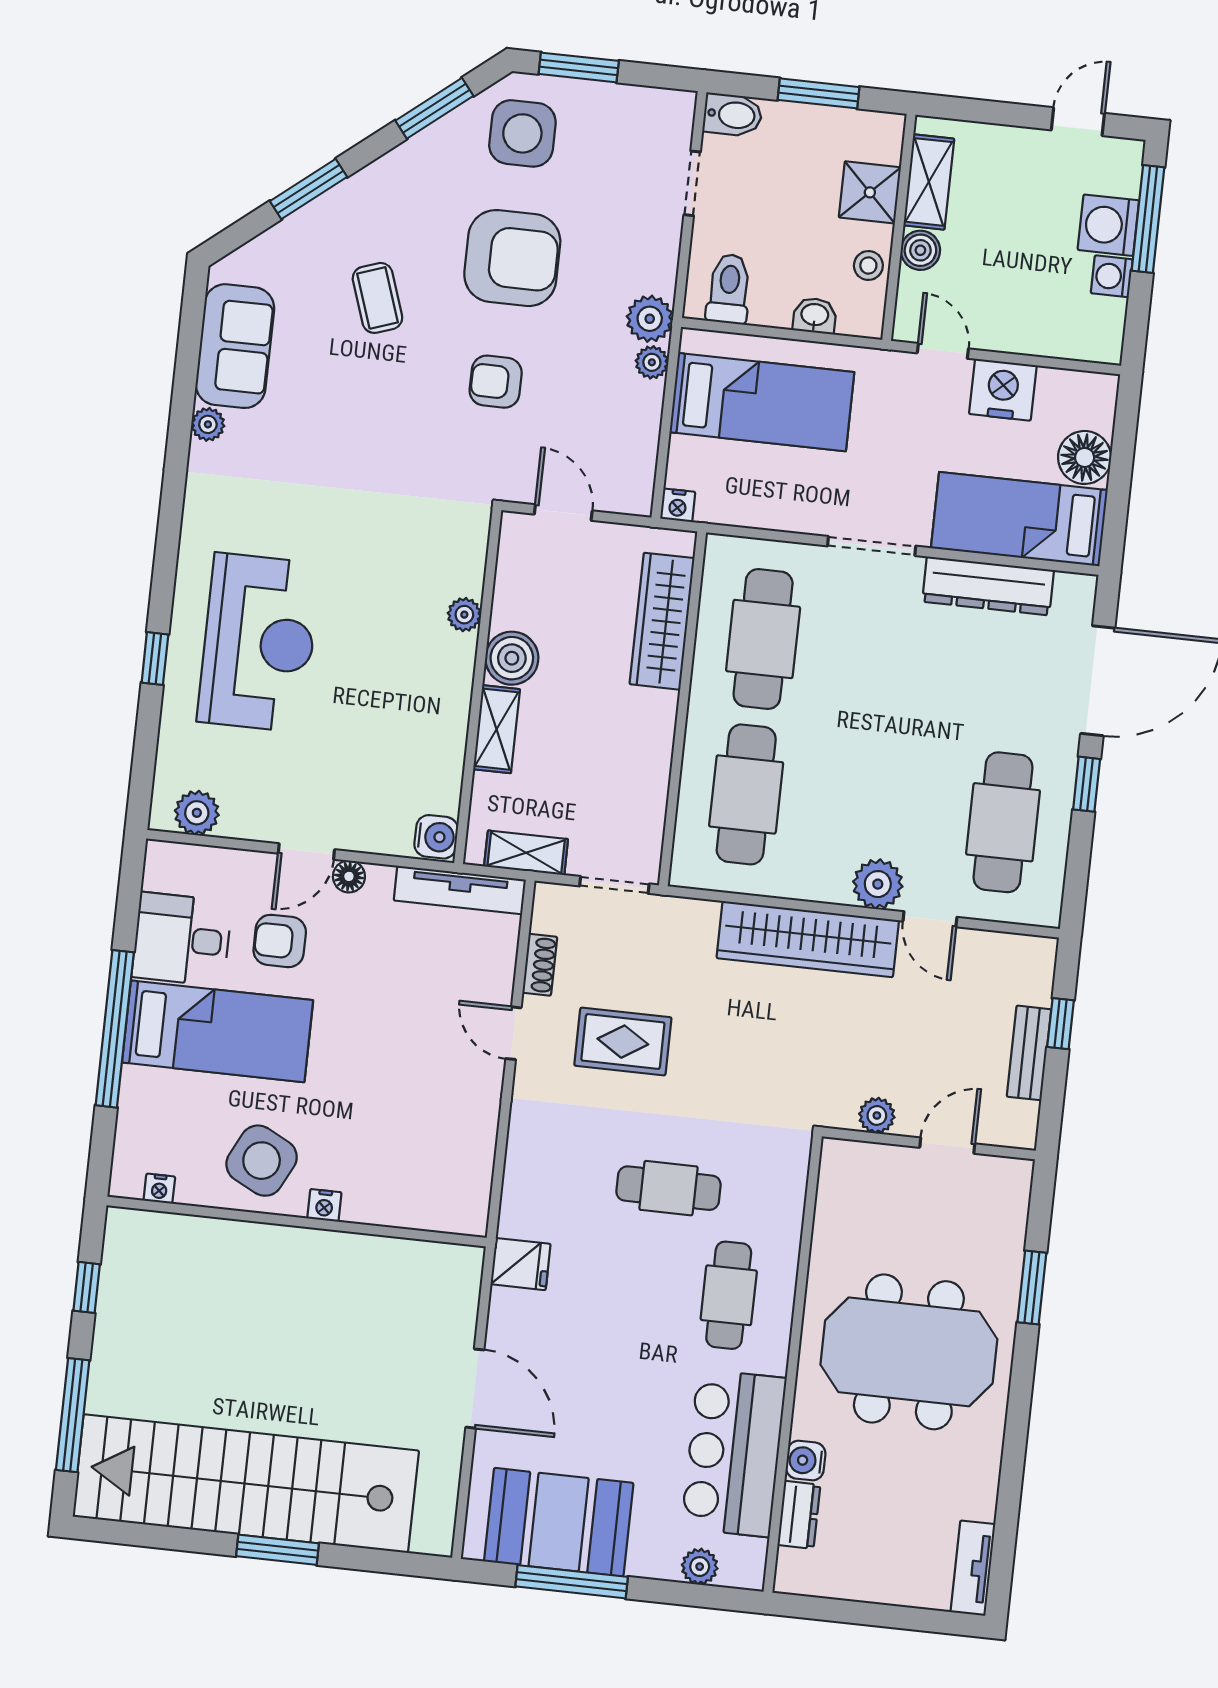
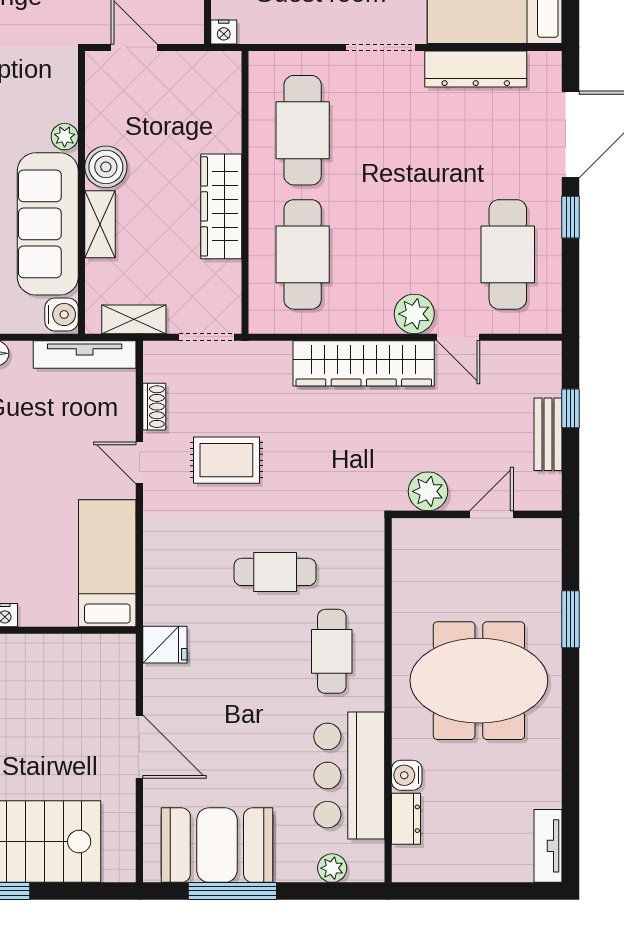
wardrobe: (662, 621) -> (221, 206), moved
sofa: (431, 722) -> (48, 224), added
plant: (877, 1115) -> (428, 491), width x1.38, depth x1.38
bed: (460, 1154) -> (107, 563), added

